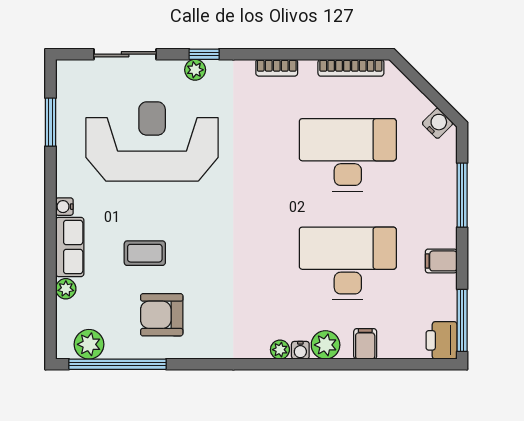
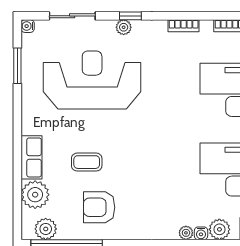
water cooler: (64, 207) -> (28, 26), moved
plant: (66, 289) -> (35, 195), width x1.88, depth x1.88

